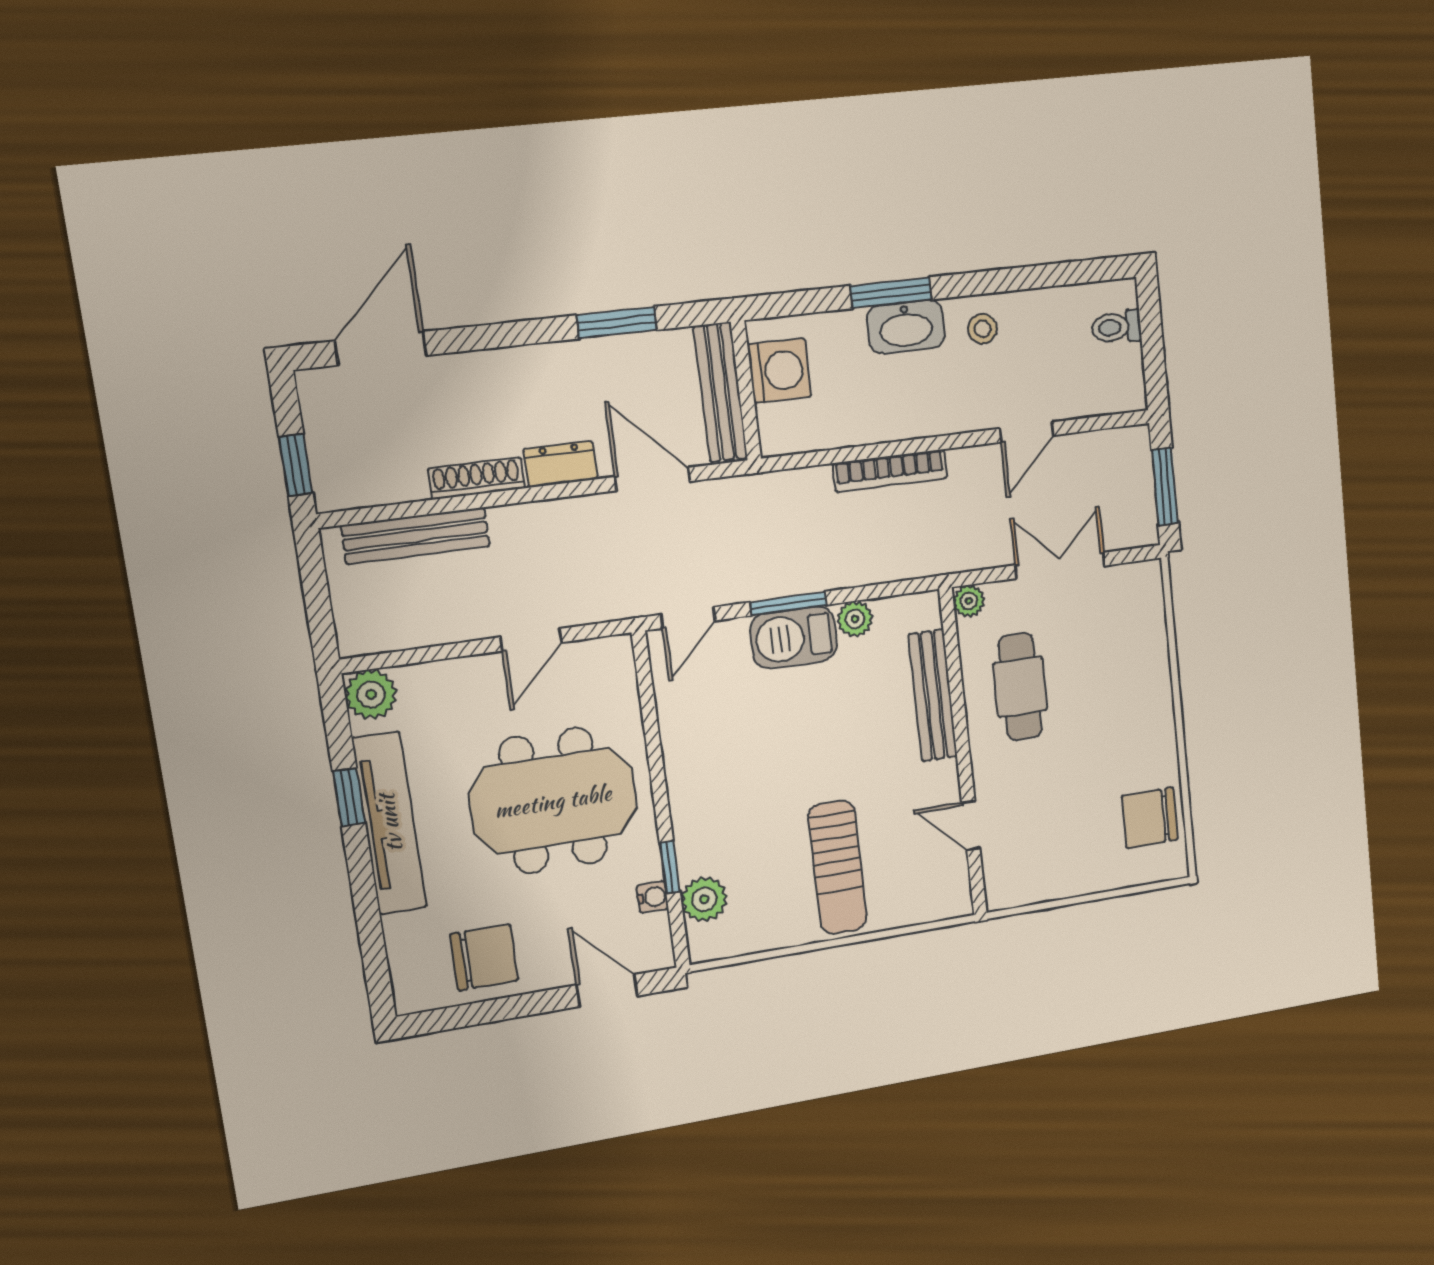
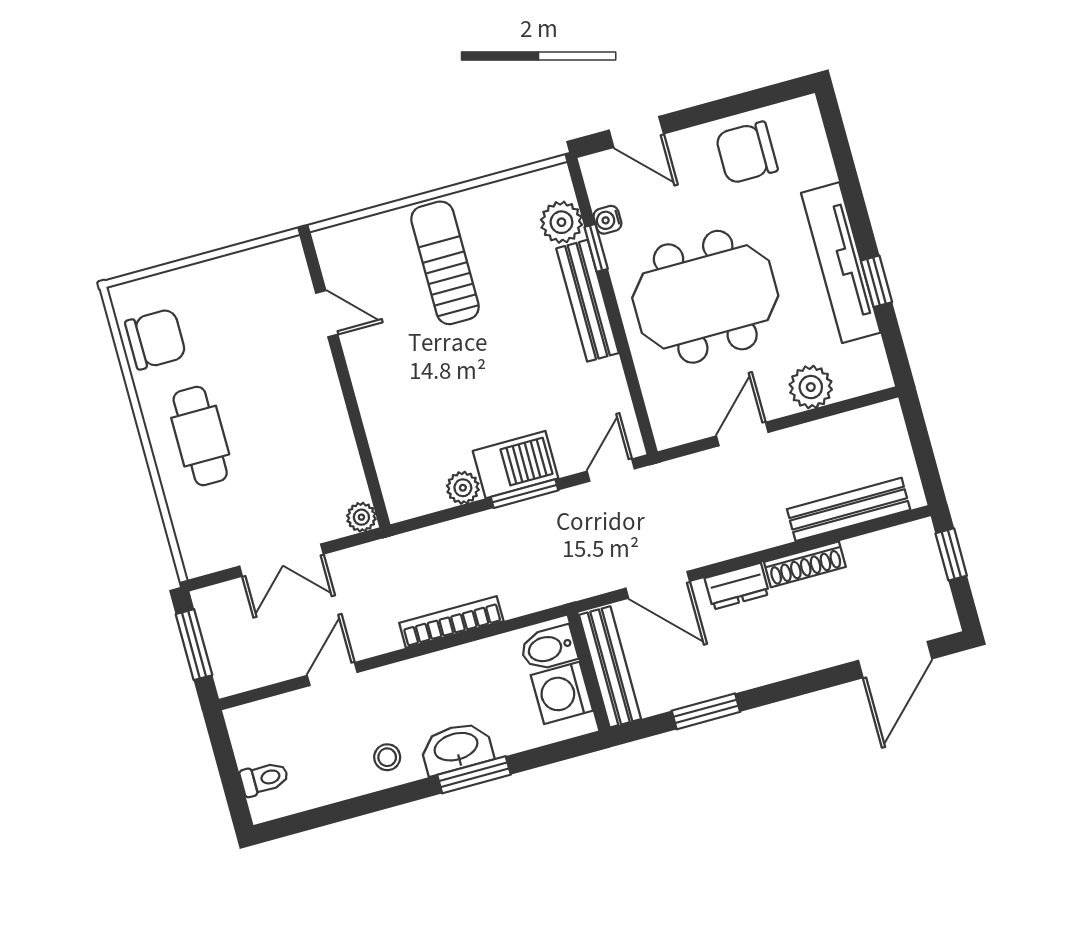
bidet: (787, 425) -> (549, 648), added
cafe table: (1020, 687) -> (200, 436), moved
plant: (371, 694) -> (811, 387), moved
bench: (933, 695) -> (587, 301), moved

